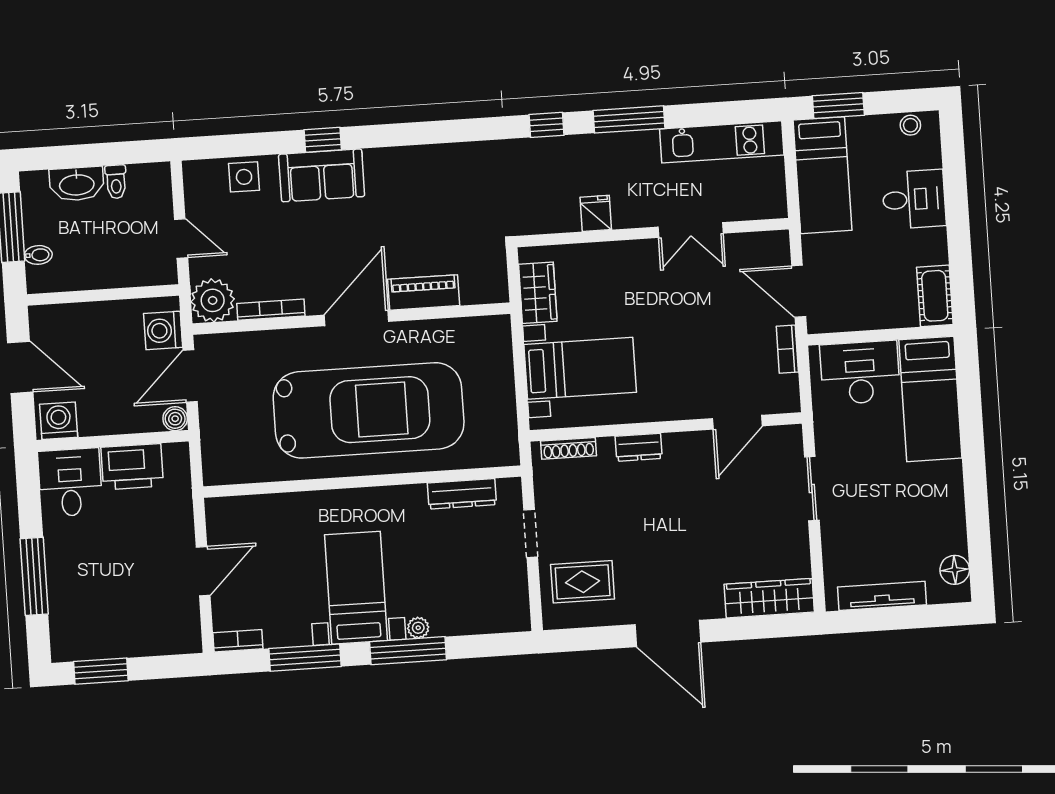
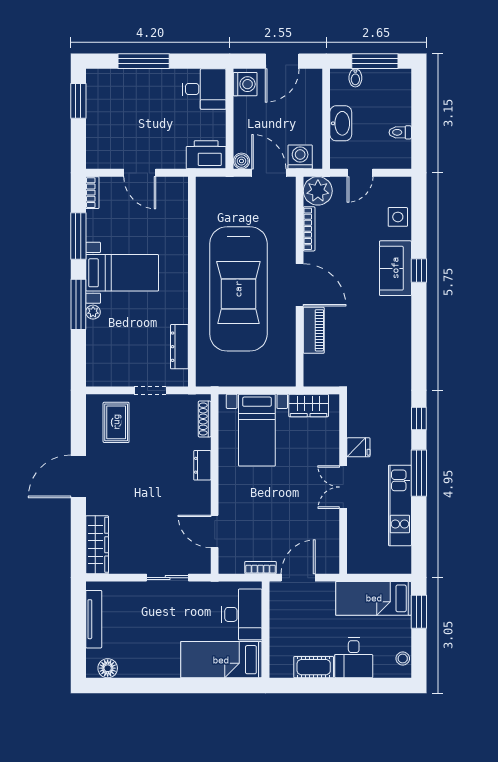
kitchen unit: (722, 142) -> (400, 505), moved
washbasin: (77, 184) -> (341, 123), moved, turned 180
double door: (691, 230) -> (343, 487), moved
cot: (935, 296) -> (314, 667), moved
printer: (132, 467) -> (206, 155), moved, turned 90

